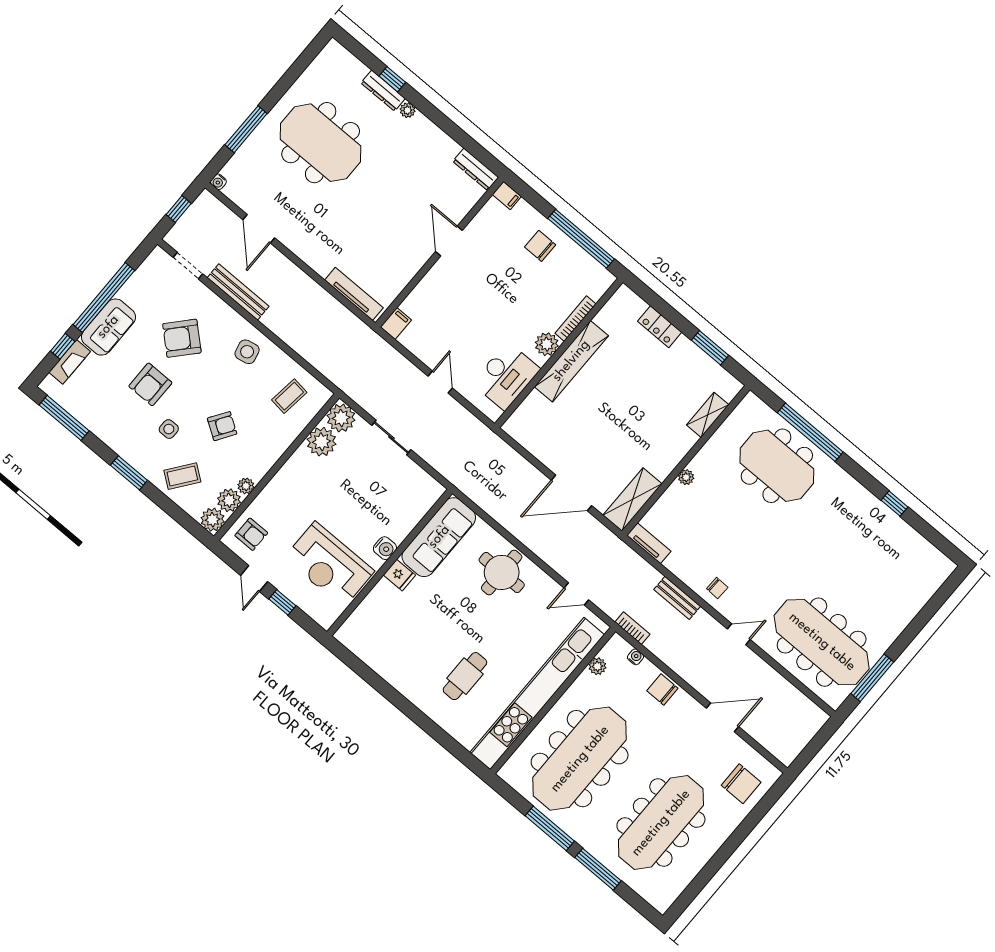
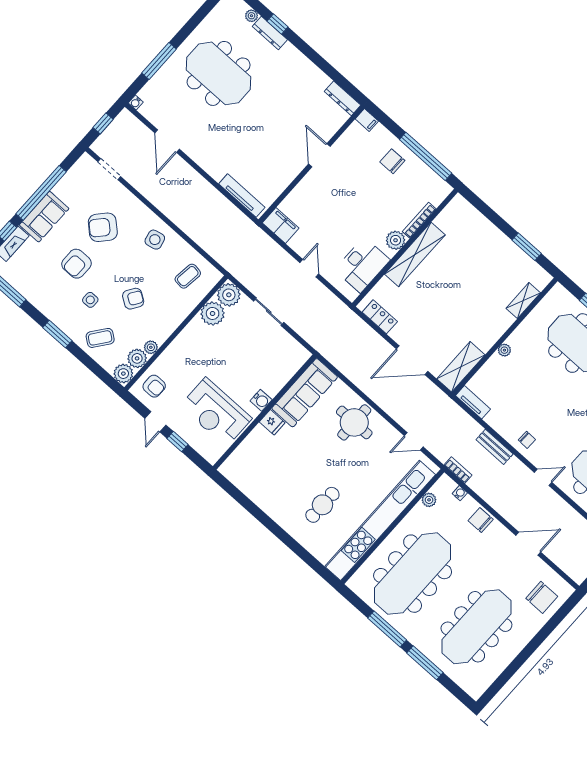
plant: (408, 110) -> (252, 16), moved
bench: (238, 292) -> (149, 191), removed
filing cabinet: (396, 324) -> (281, 225), width x2.00
locker: (660, 327) -> (380, 317), moved, turned 180

